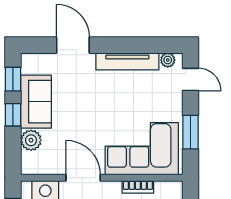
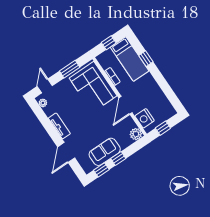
tv unit: (127, 61) -> (59, 126), width x0.71
plant: (31, 140) -> (136, 134), moved

